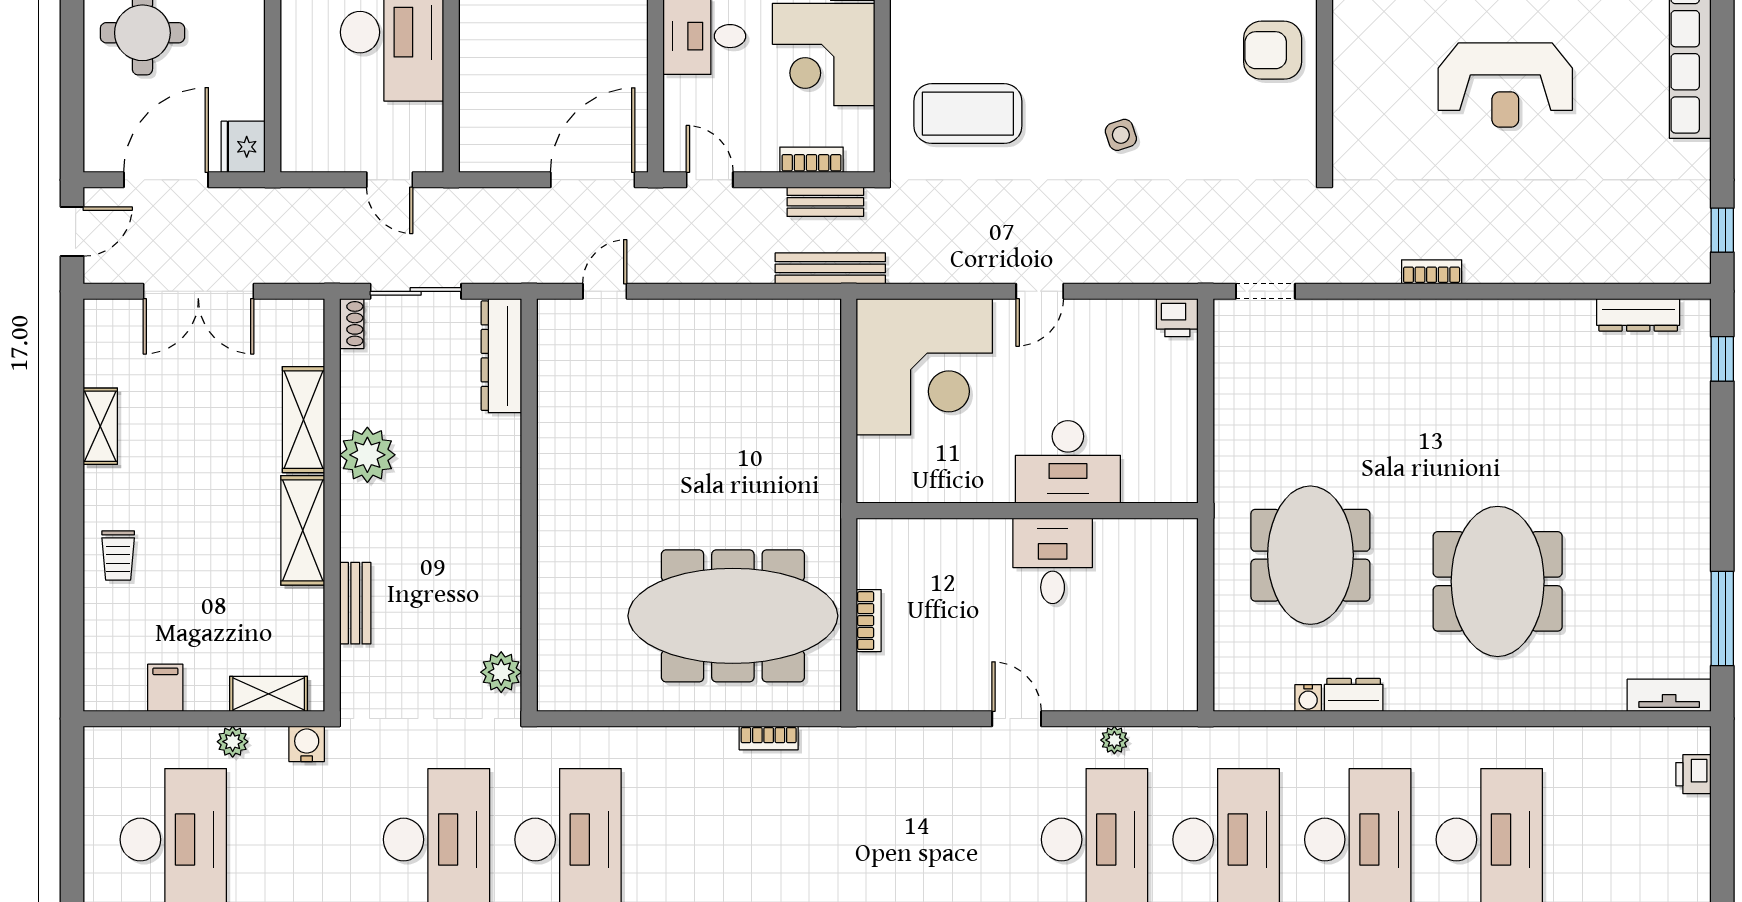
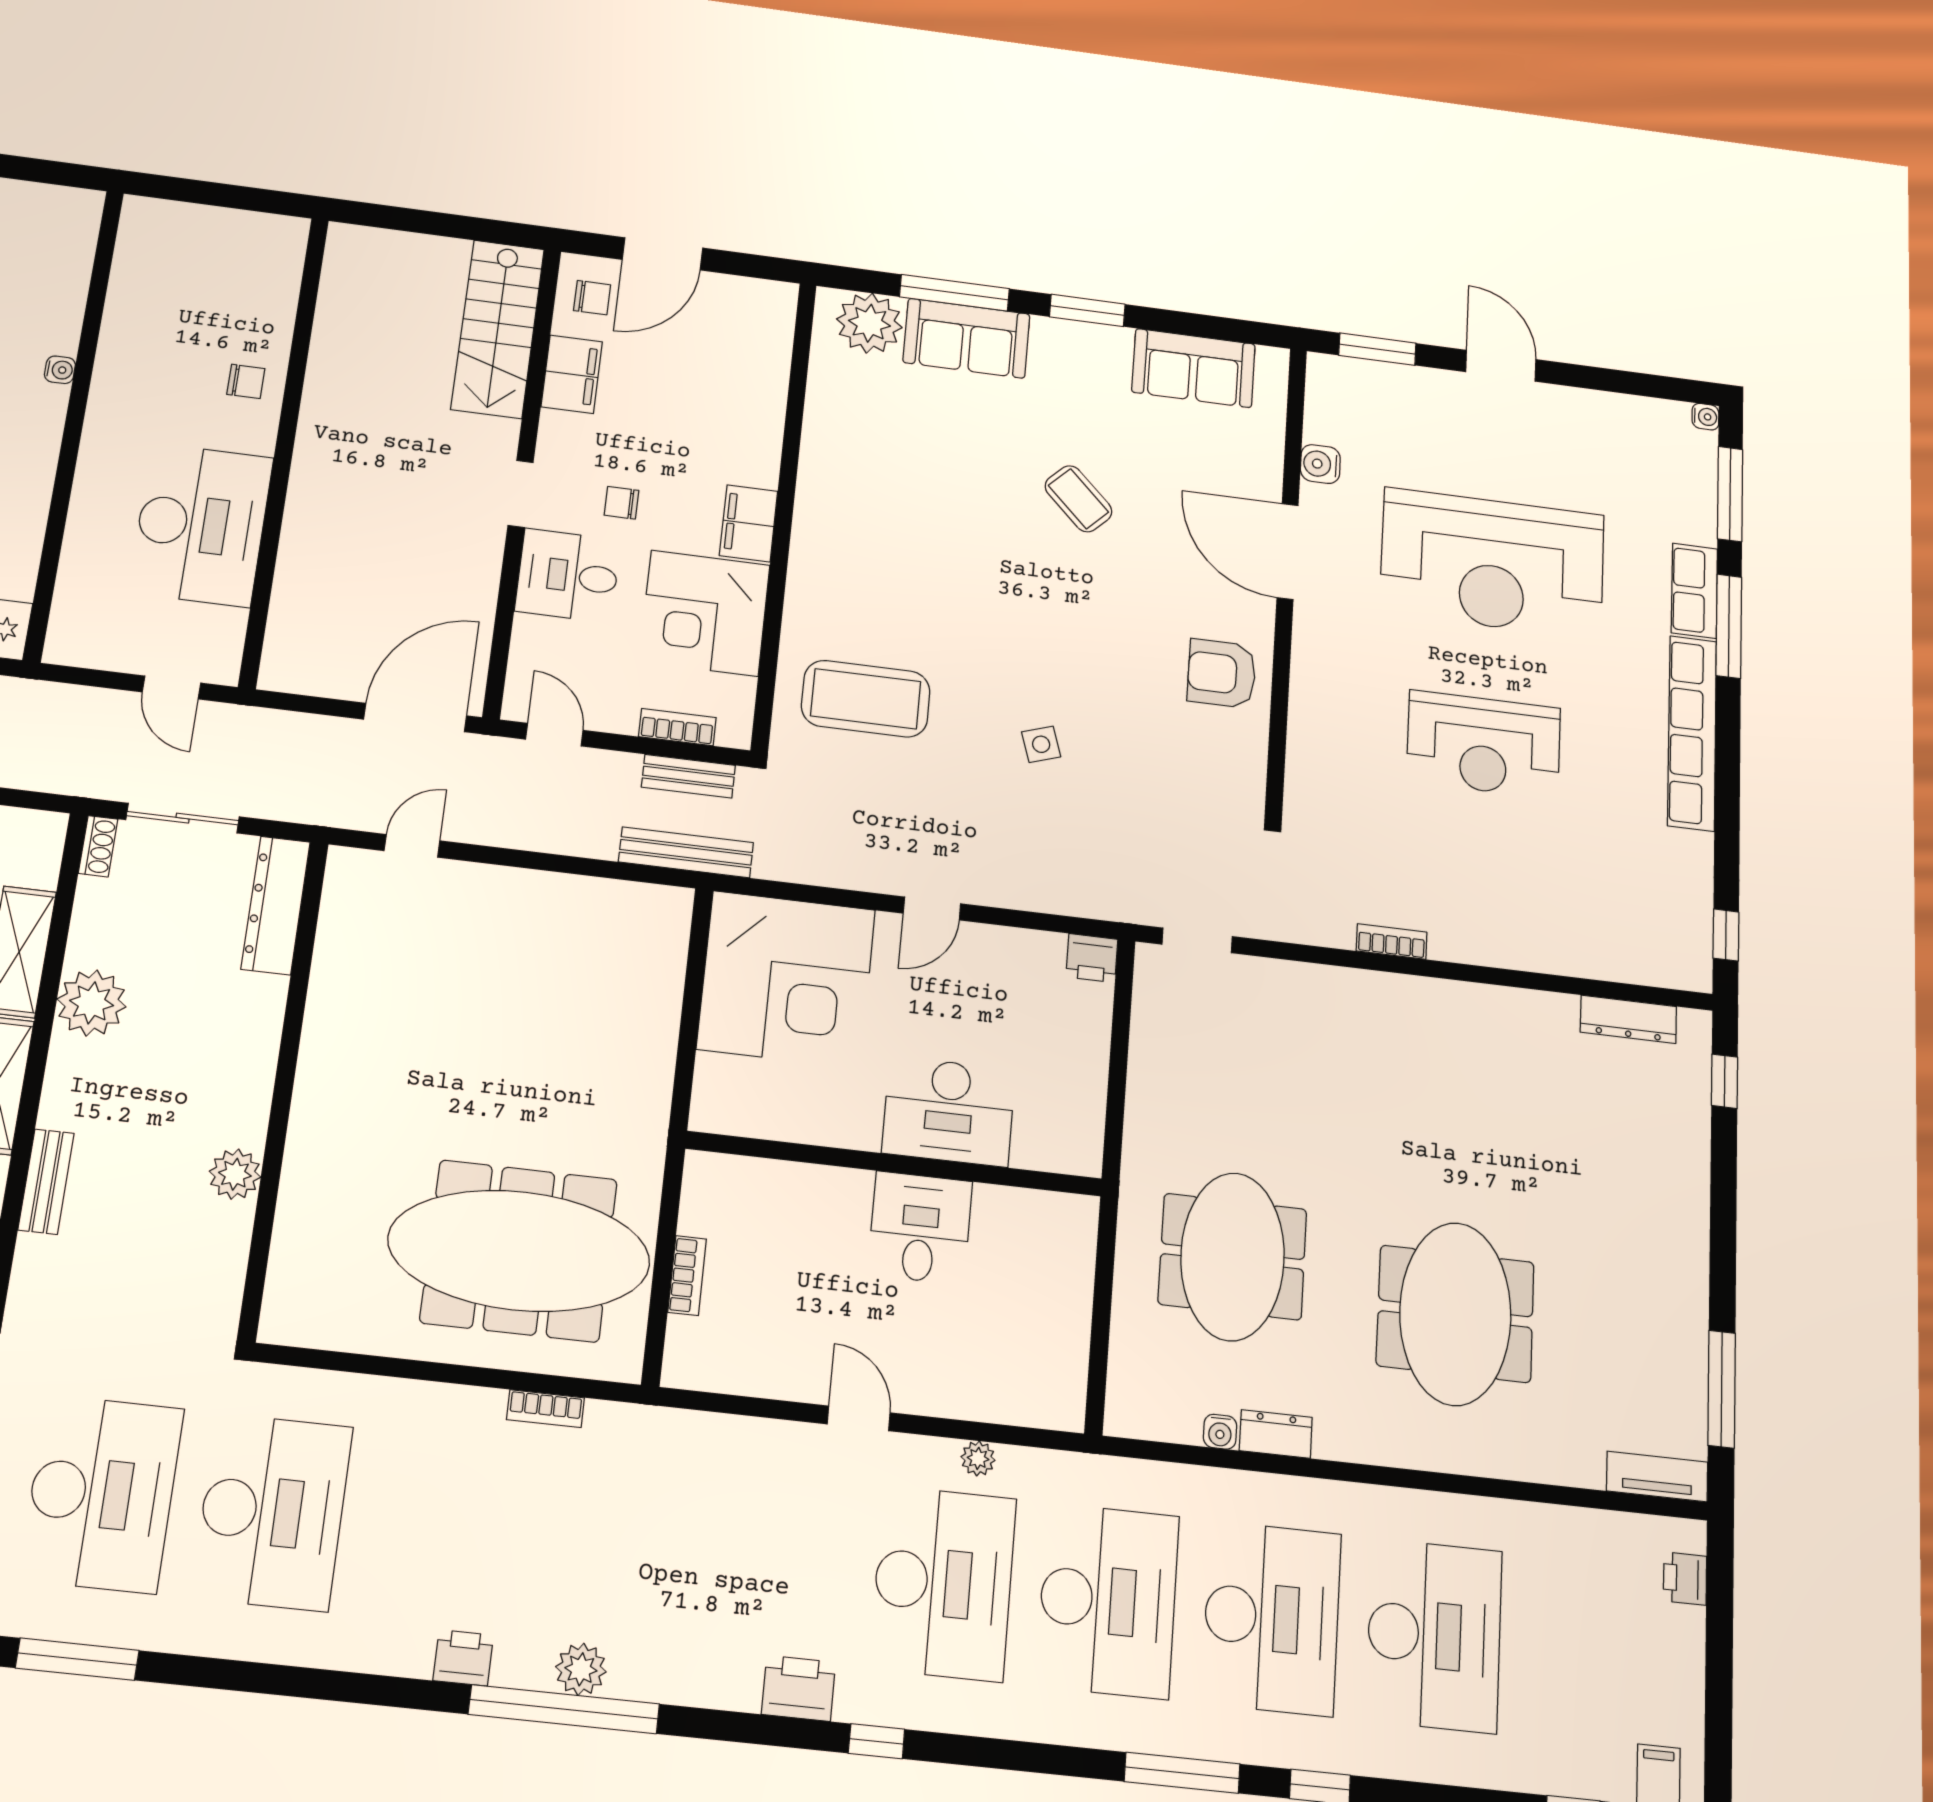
plant: (501, 672) -> (235, 1174), moved

